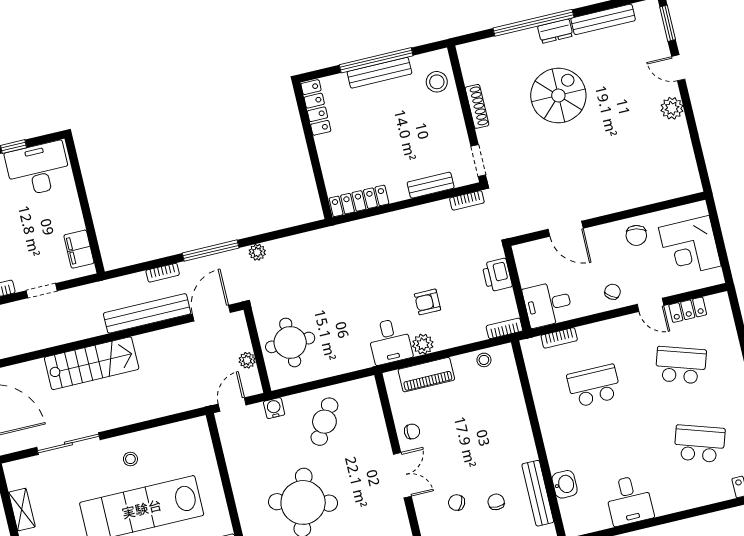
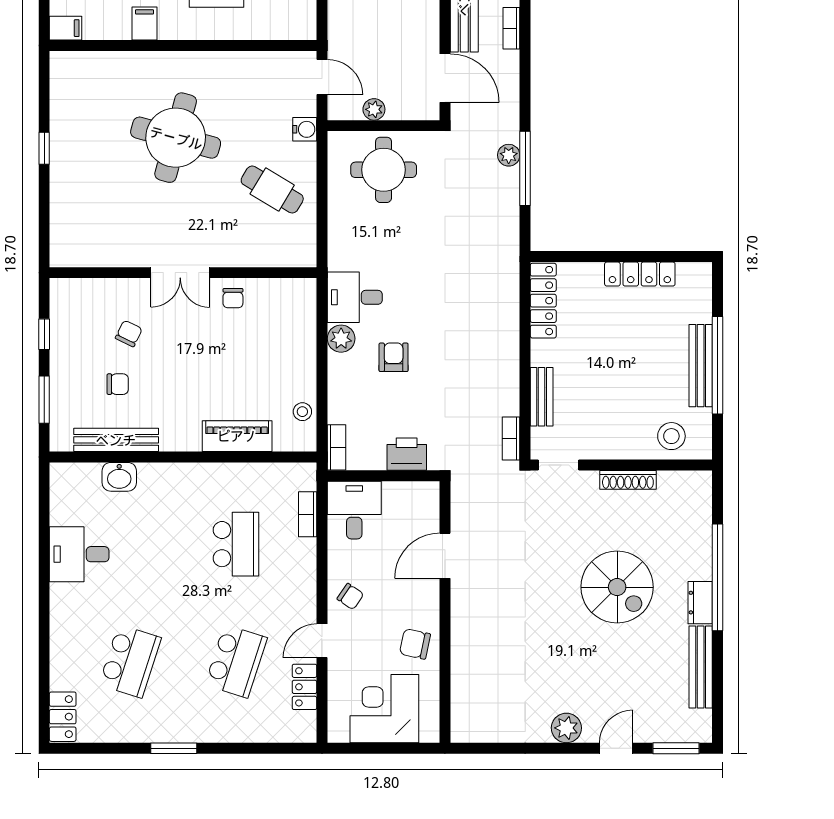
locker: (316, 107) -> (640, 274), moved
window: (211, 250) -> (525, 168), moved
piano: (426, 375) -> (237, 436), moved, turned 90

